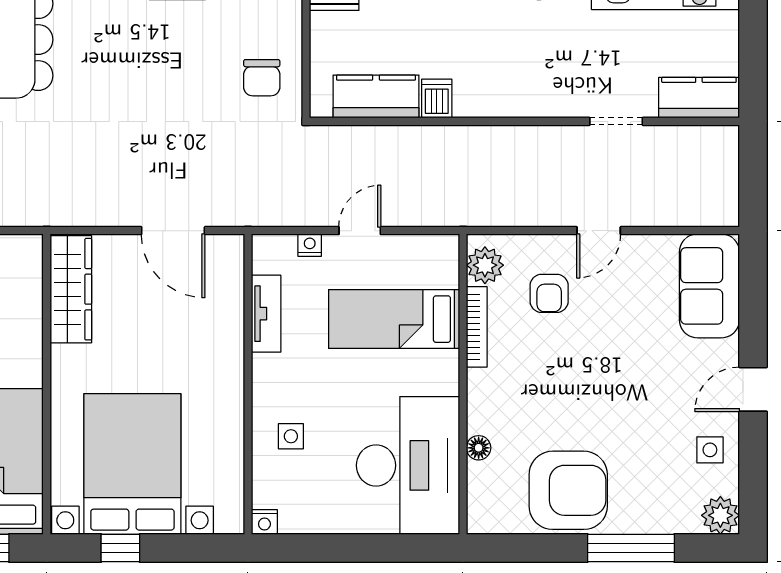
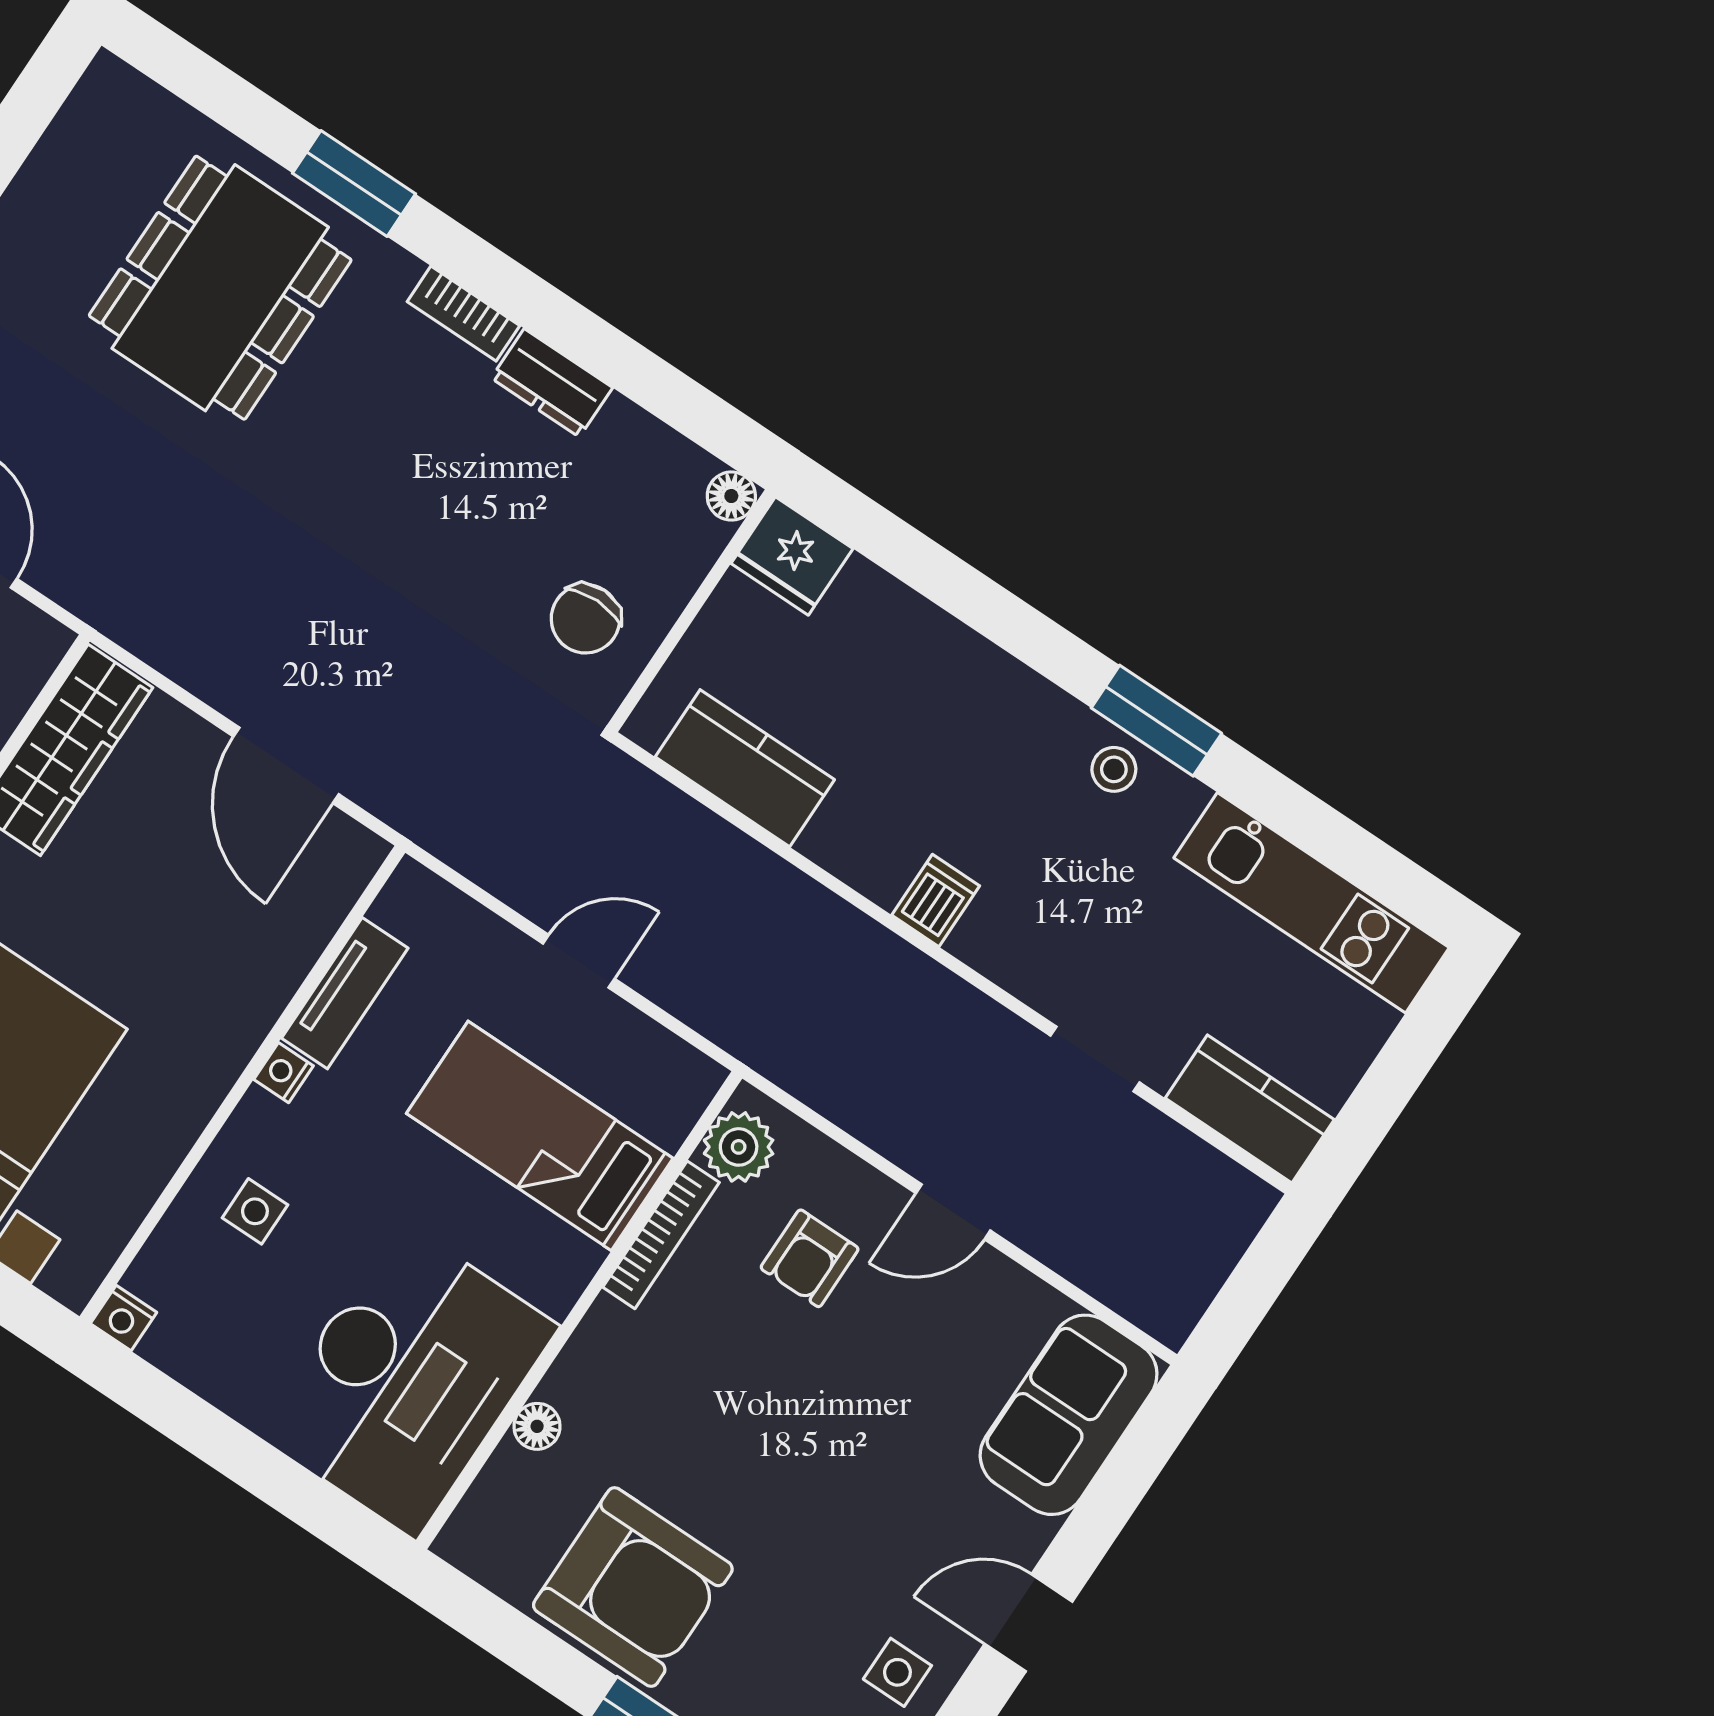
dishwasher: (437, 99) -> (936, 900), moved
nightstand: (310, 245) -> (284, 1073), moved, turned -90

